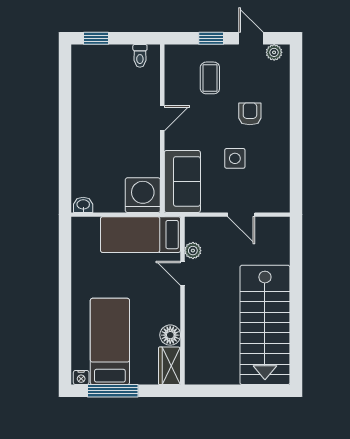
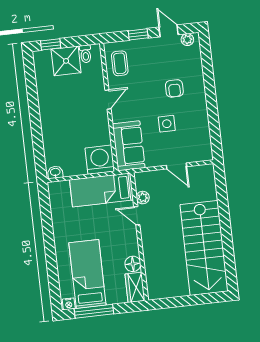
shower: (114, 62) -> (66, 61), added
coffee table: (210, 78) -> (120, 63), moved
armchair: (250, 114) -> (174, 88), turned 180

